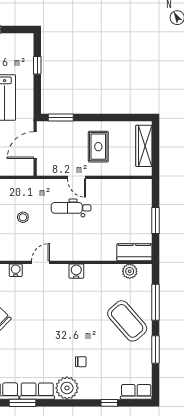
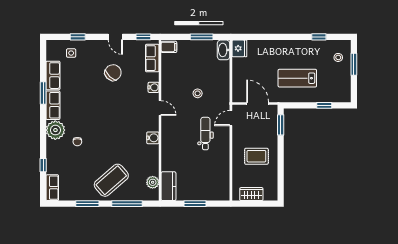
wardrobe: (144, 146) -> (251, 194), width x0.67
door: (77, 177) -> (231, 118), moved

